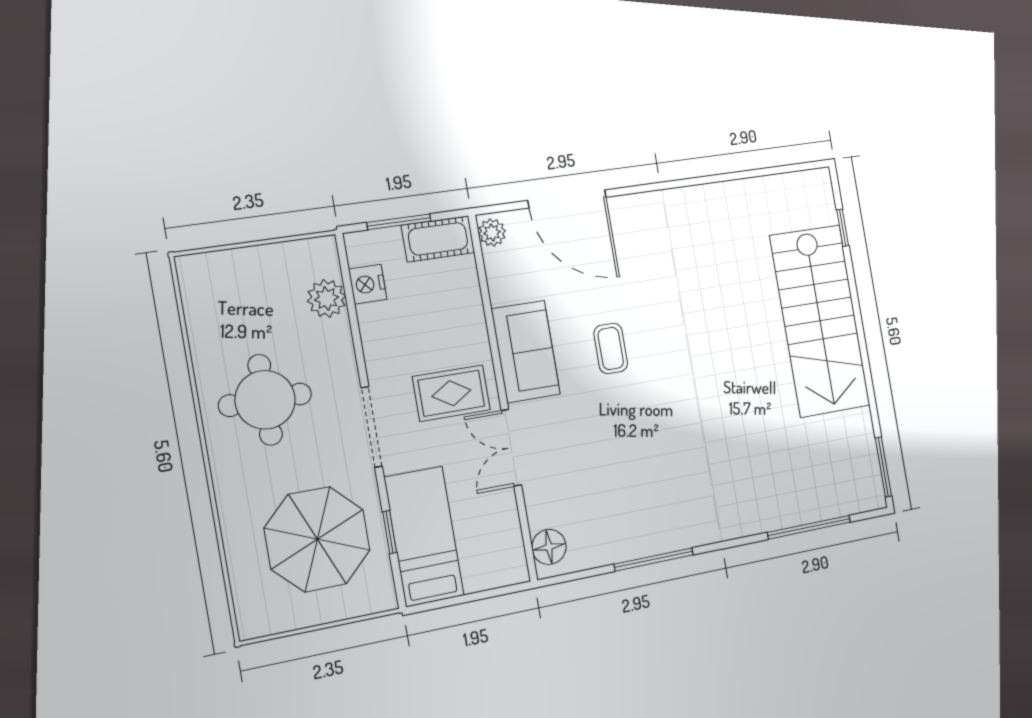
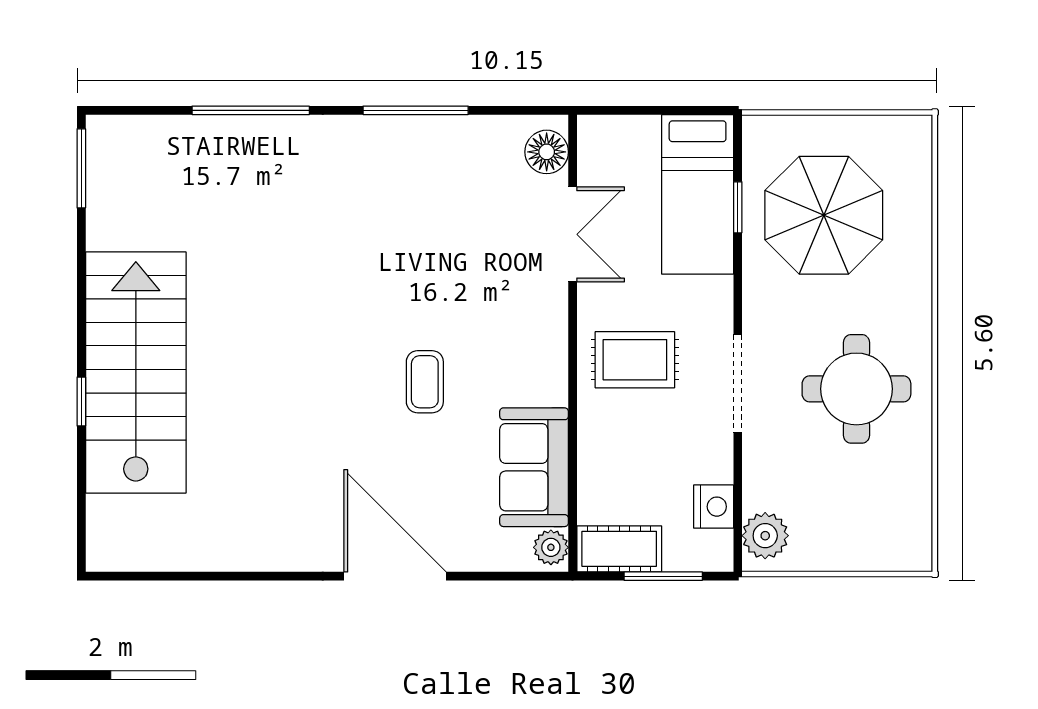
door: (567, 199) -> (395, 576), moved
window: (843, 228) -> (81, 402), moved
plant: (327, 298) -> (765, 536), moved
sofa: (526, 352) -> (534, 467), moved
doorway: (372, 427) -> (738, 383), moved
double door: (511, 448) -> (573, 234), moved
window: (809, 527) -> (251, 110), moved

